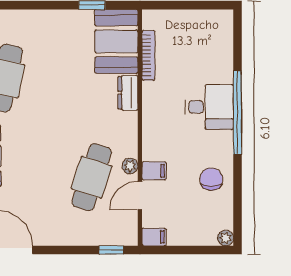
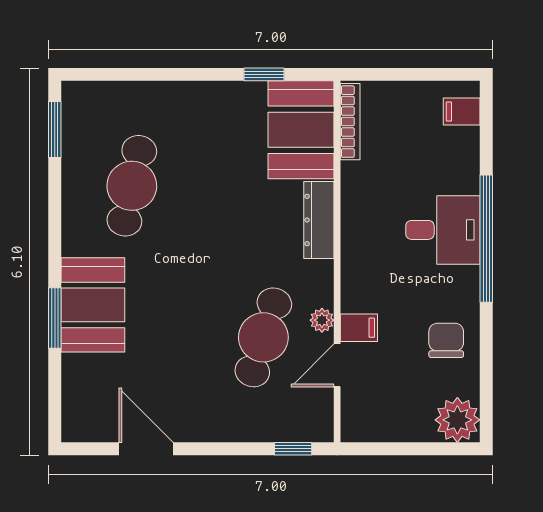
bookcase: (148, 55) -> (350, 122), moved
dresser: (128, 93) -> (319, 220), width x1.44
filing cabinet: (154, 237) -> (462, 112), moved, turned 180
plant: (225, 238) -> (457, 420), width x1.88, depth x1.88

